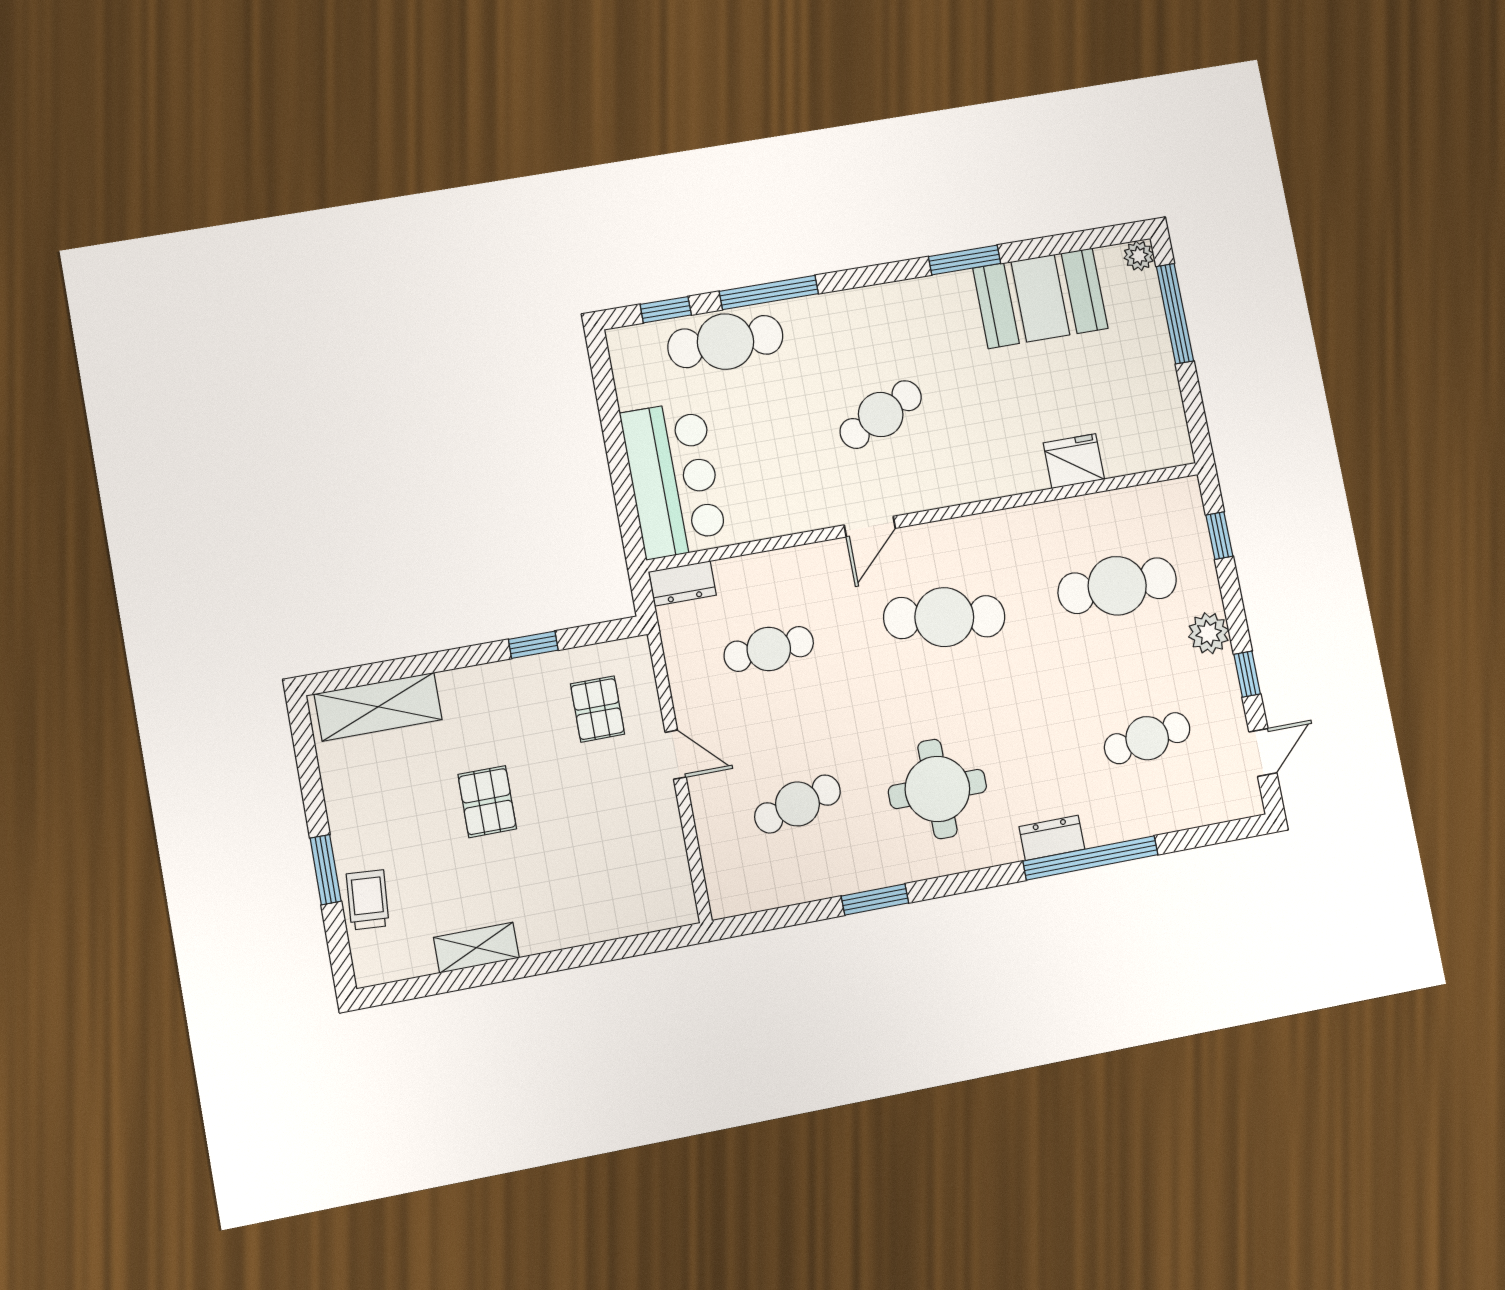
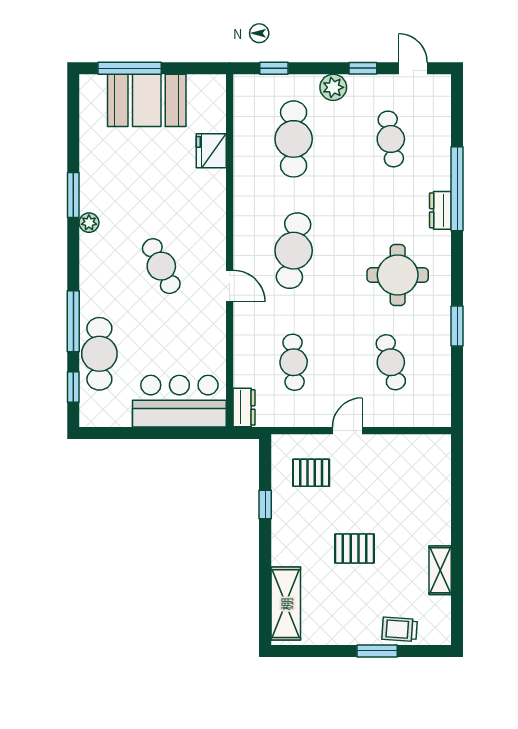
plant: (1139, 256) -> (89, 223), moved
booth: (1040, 298) -> (147, 100), moved, turned 90

